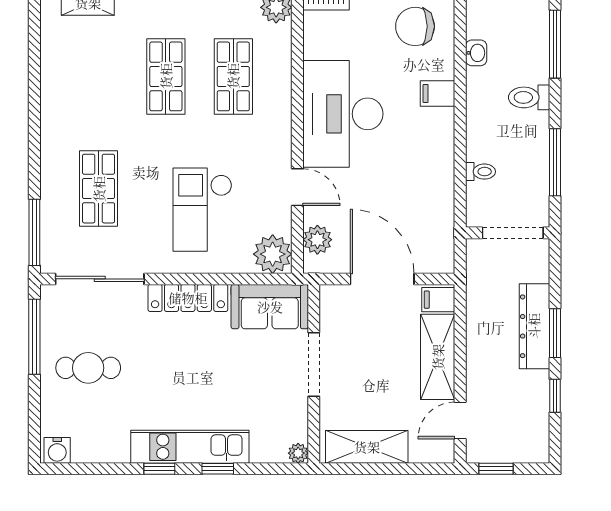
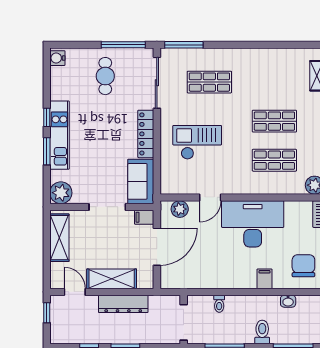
plant: (273, 254) -> (171, 183), removed
filing cabinet: (438, 300) -> (144, 217), moved, turned -90
dresser: (534, 326) -> (123, 304), moved, turned 180
plant: (298, 453) -> (61, 193), width x1.88, depth x1.88
window: (218, 469) -> (47, 151), width x1.50

